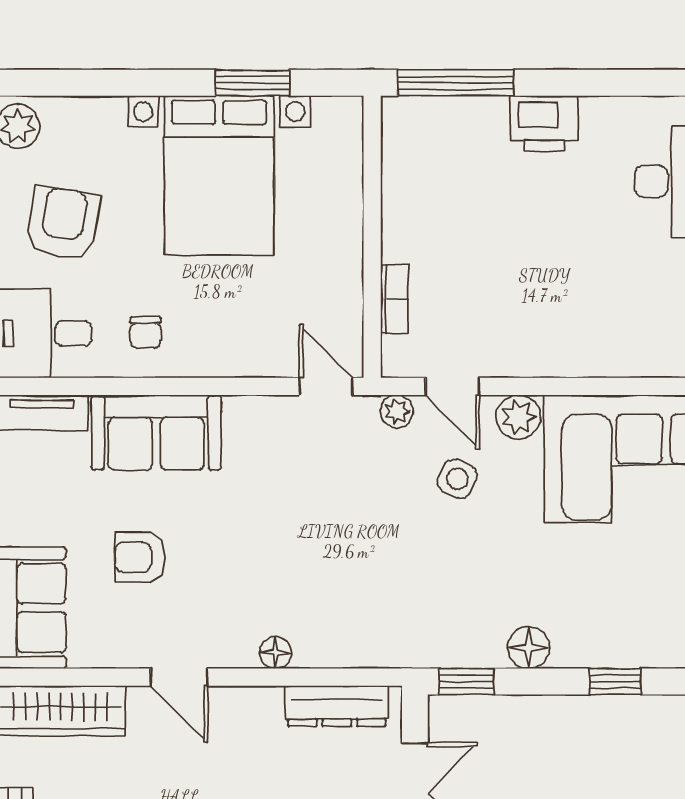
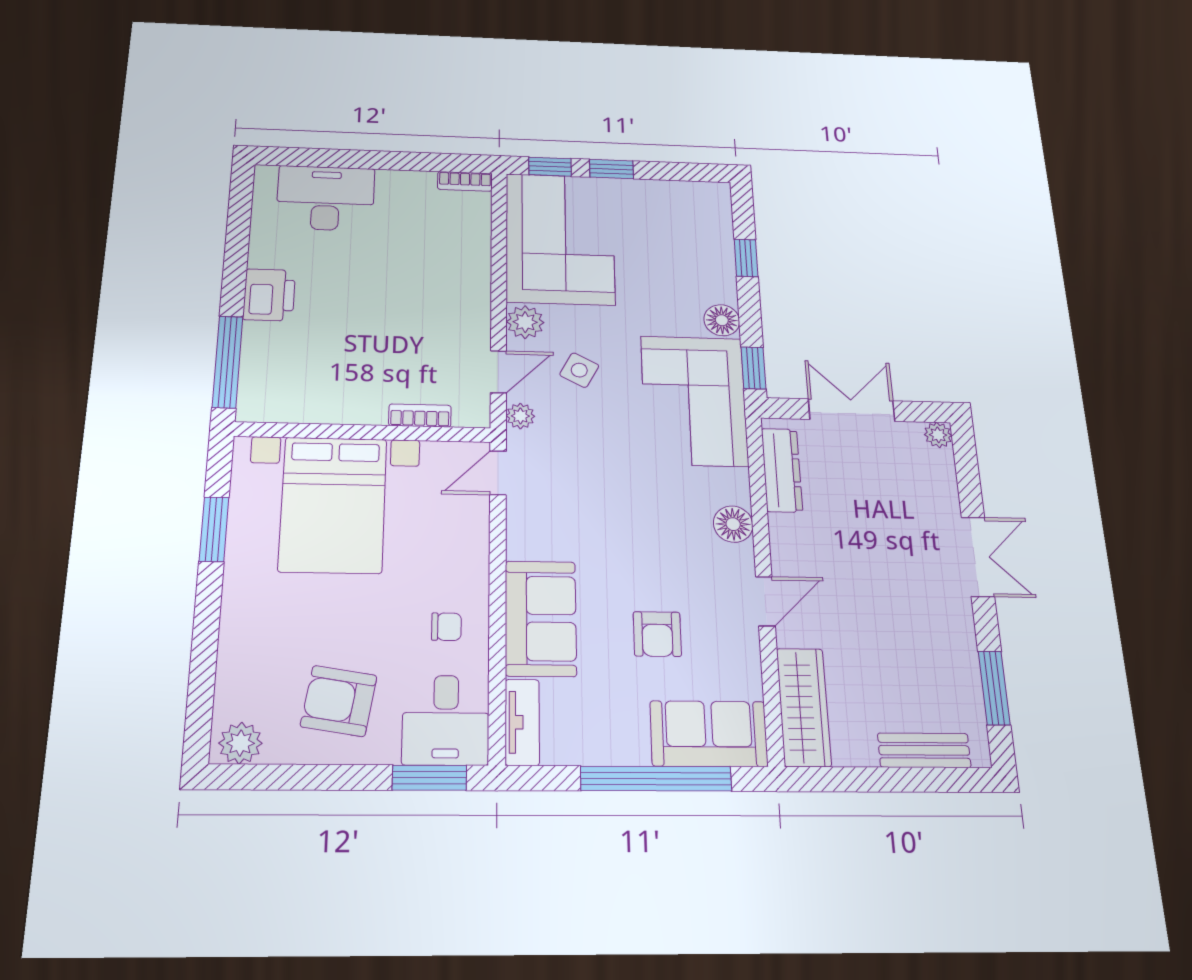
bed with nightstands: (219, 175) -> (333, 505), moved, turned 90
corner sofa: (422, 610) -> (694, 401), added
floor lamp: (275, 653) -> (733, 524), width x1.37, depth x1.37

